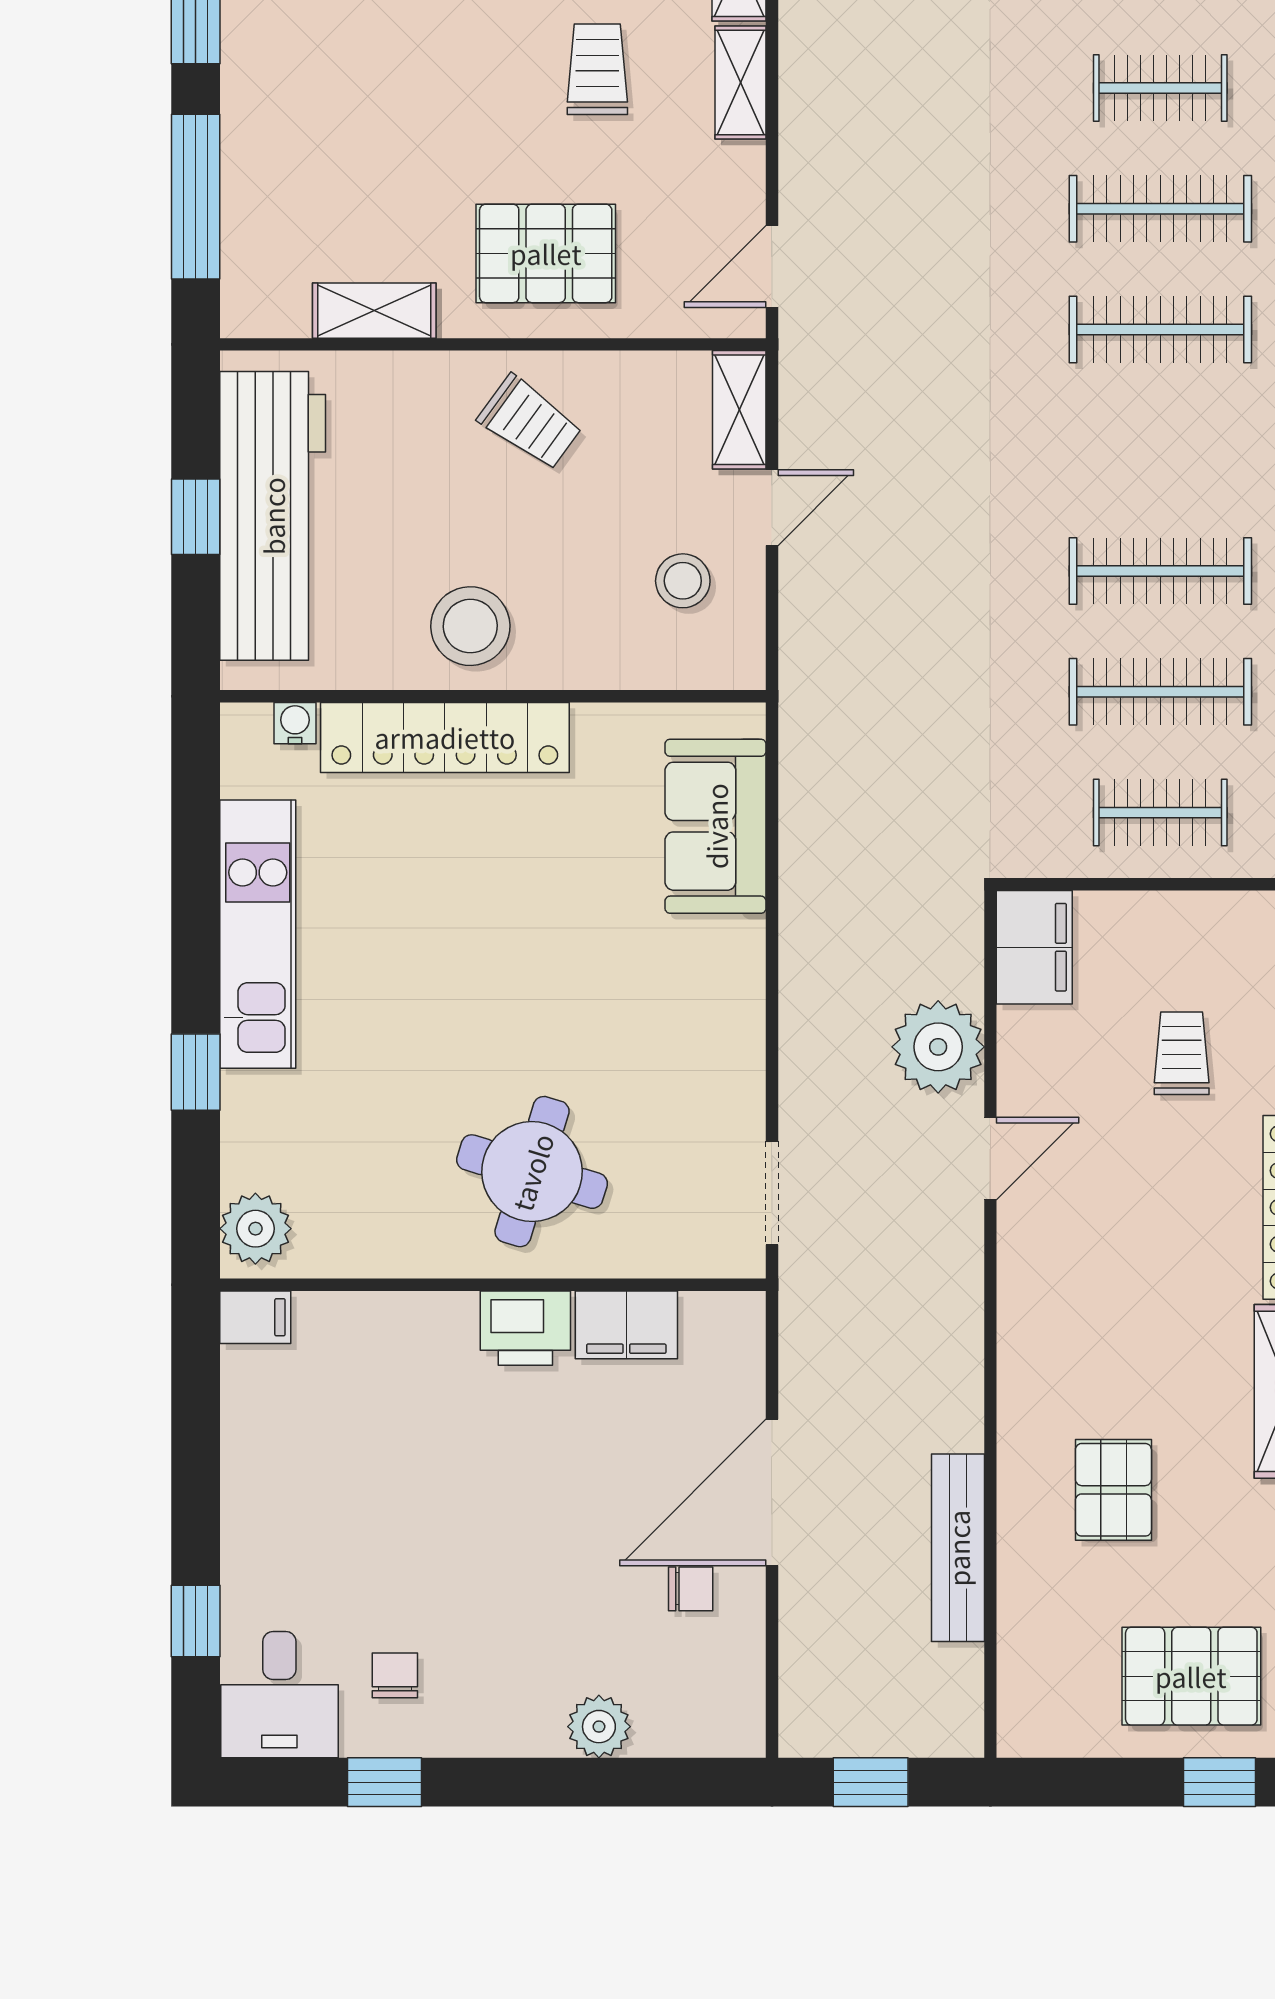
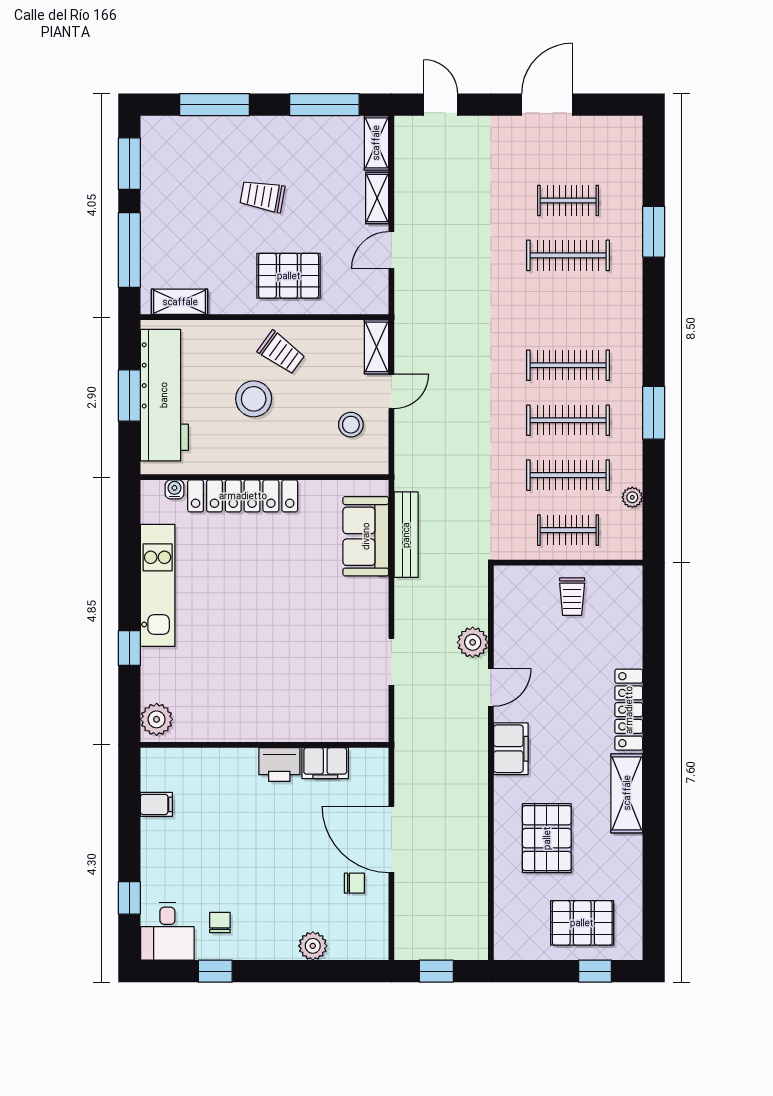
trolley: (597, 69) -> (262, 196), moved, turned -80
door: (772, 267) -> (391, 250), moved
shelving: (374, 311) -> (180, 302), moved
clothes rail: (1160, 329) -> (568, 365), moved
window: (196, 517) -> (129, 395), width x1.50
stool: (470, 626) -> (254, 399), moved
filing cabinet: (1034, 947) -> (511, 749), moved
plant: (938, 1047) -> (473, 642), width x0.73, depth x0.73
trolley: (1182, 1053) -> (572, 597), moved, turned 180
round table: (532, 1172) -> (282, 693), removed
doorway: (772, 1193) -> (391, 662), moved
filing cabinet: (255, 1317) -> (156, 804), moved
pallet: (1113, 1490) -> (547, 838), width x1.50, depth x1.42
door: (772, 1492) -> (391, 839), hinge flipped
bench: (958, 1548) -> (406, 535), moved

